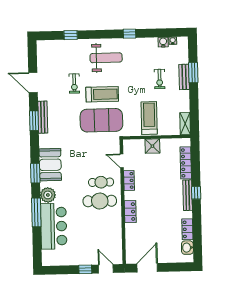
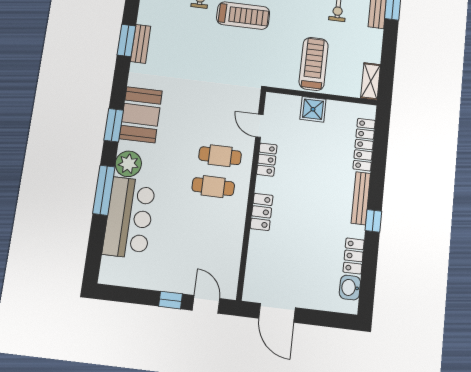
bench: (43, 117) -> (141, 44), width x0.73
exercise mat: (101, 120) -> (236, 56), removed
window: (196, 193) -> (373, 221), moved
cafe table: (100, 201) -> (213, 187), width x0.73, depth x0.74
door: (147, 268) -> (277, 313), swing flipped

